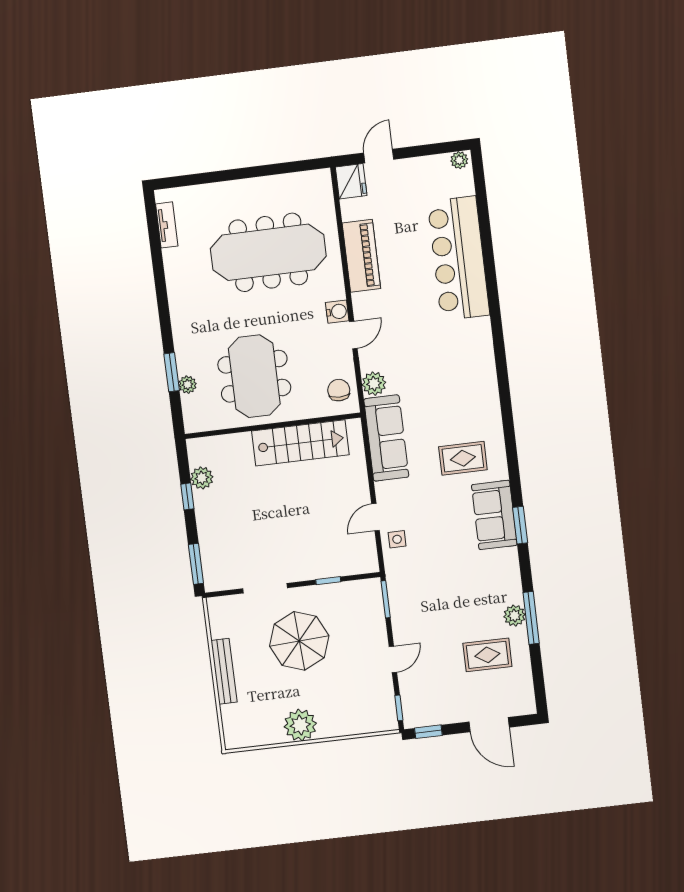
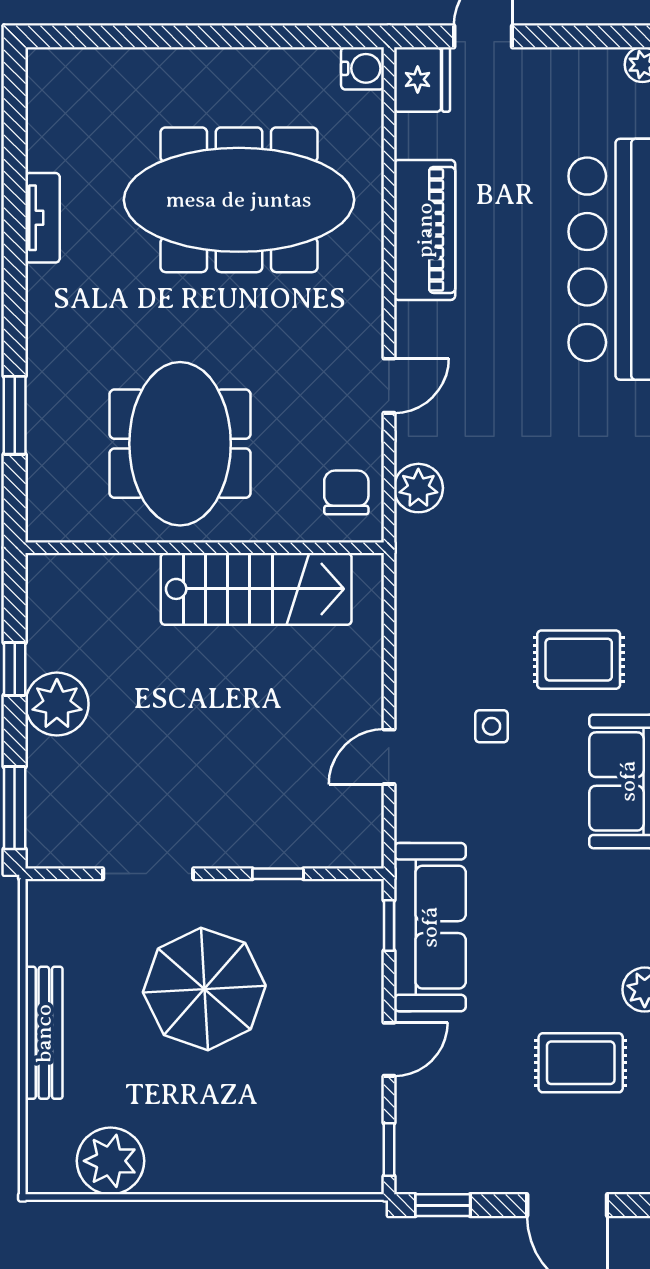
tv unit: (167, 225) -> (42, 218), moved
water cooler: (337, 312) -> (363, 68), moved
plant: (188, 385) -> (44, 444), removed
sofa: (386, 438) -> (430, 927), moved
plant: (202, 478) -> (57, 704), moved, width x1.36, depth x1.36
side table: (397, 539) -> (492, 726), moved
window: (386, 599) -> (389, 925), width x0.67
plant: (300, 725) -> (110, 1161), moved

